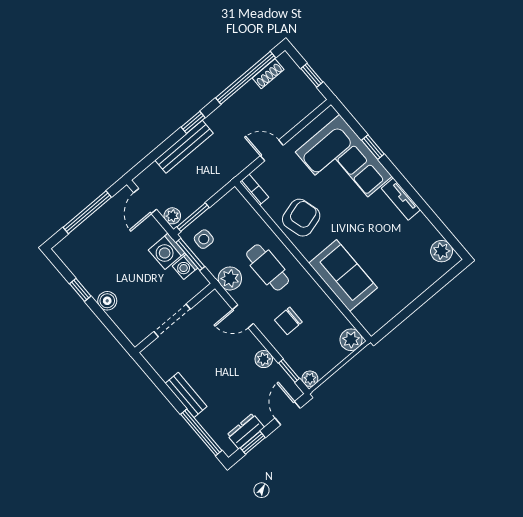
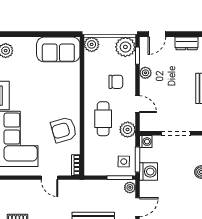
washing machine: (185, 267) -> (146, 142), moved
sofa: (343, 276) -> (58, 49), moved, turned -90
plant: (310, 379) -> (125, 47), width x1.88, depth x1.88
window: (253, 443) -> (188, 34), removed

